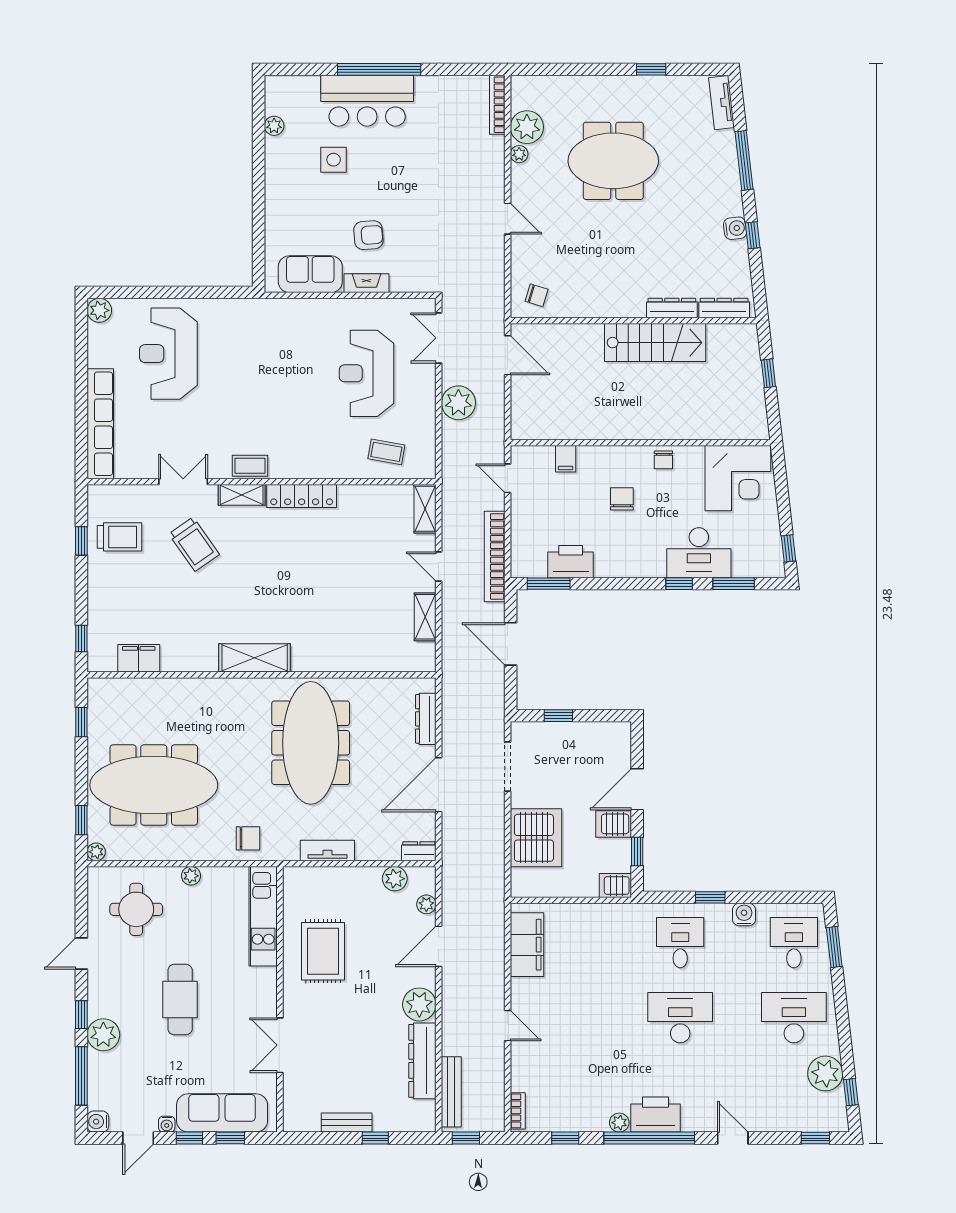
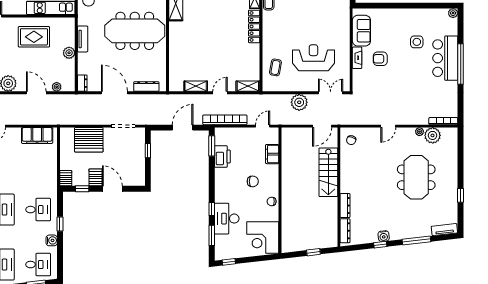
plant: (274, 126) -> (453, 13), moved
armchair: (368, 235) -> (380, 59), turned 94
stairs: (655, 343) -> (328, 172), moved
filing cabinet: (566, 459) -> (272, 154), width x2.00
plant: (395, 879) -> (69, 53), moved

